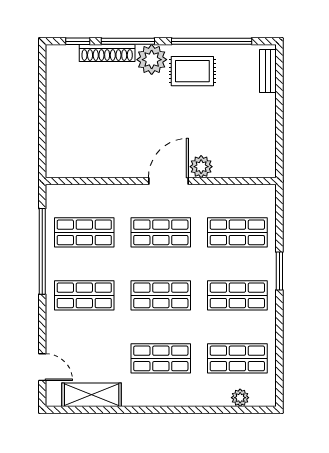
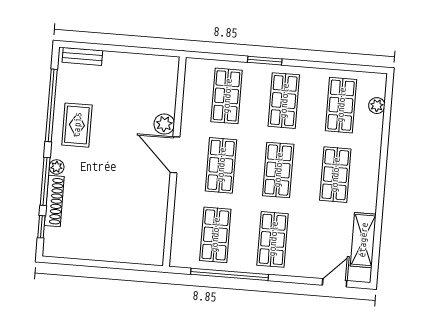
plant: (152, 60) -> (57, 167), width x0.53, depth x0.53

